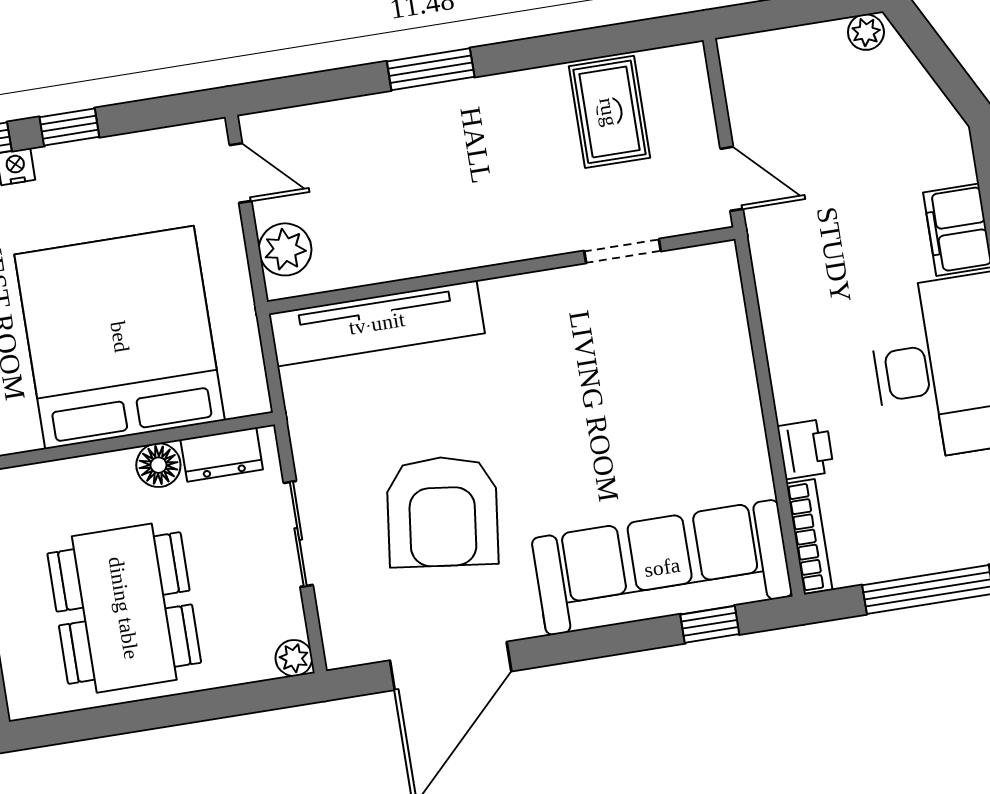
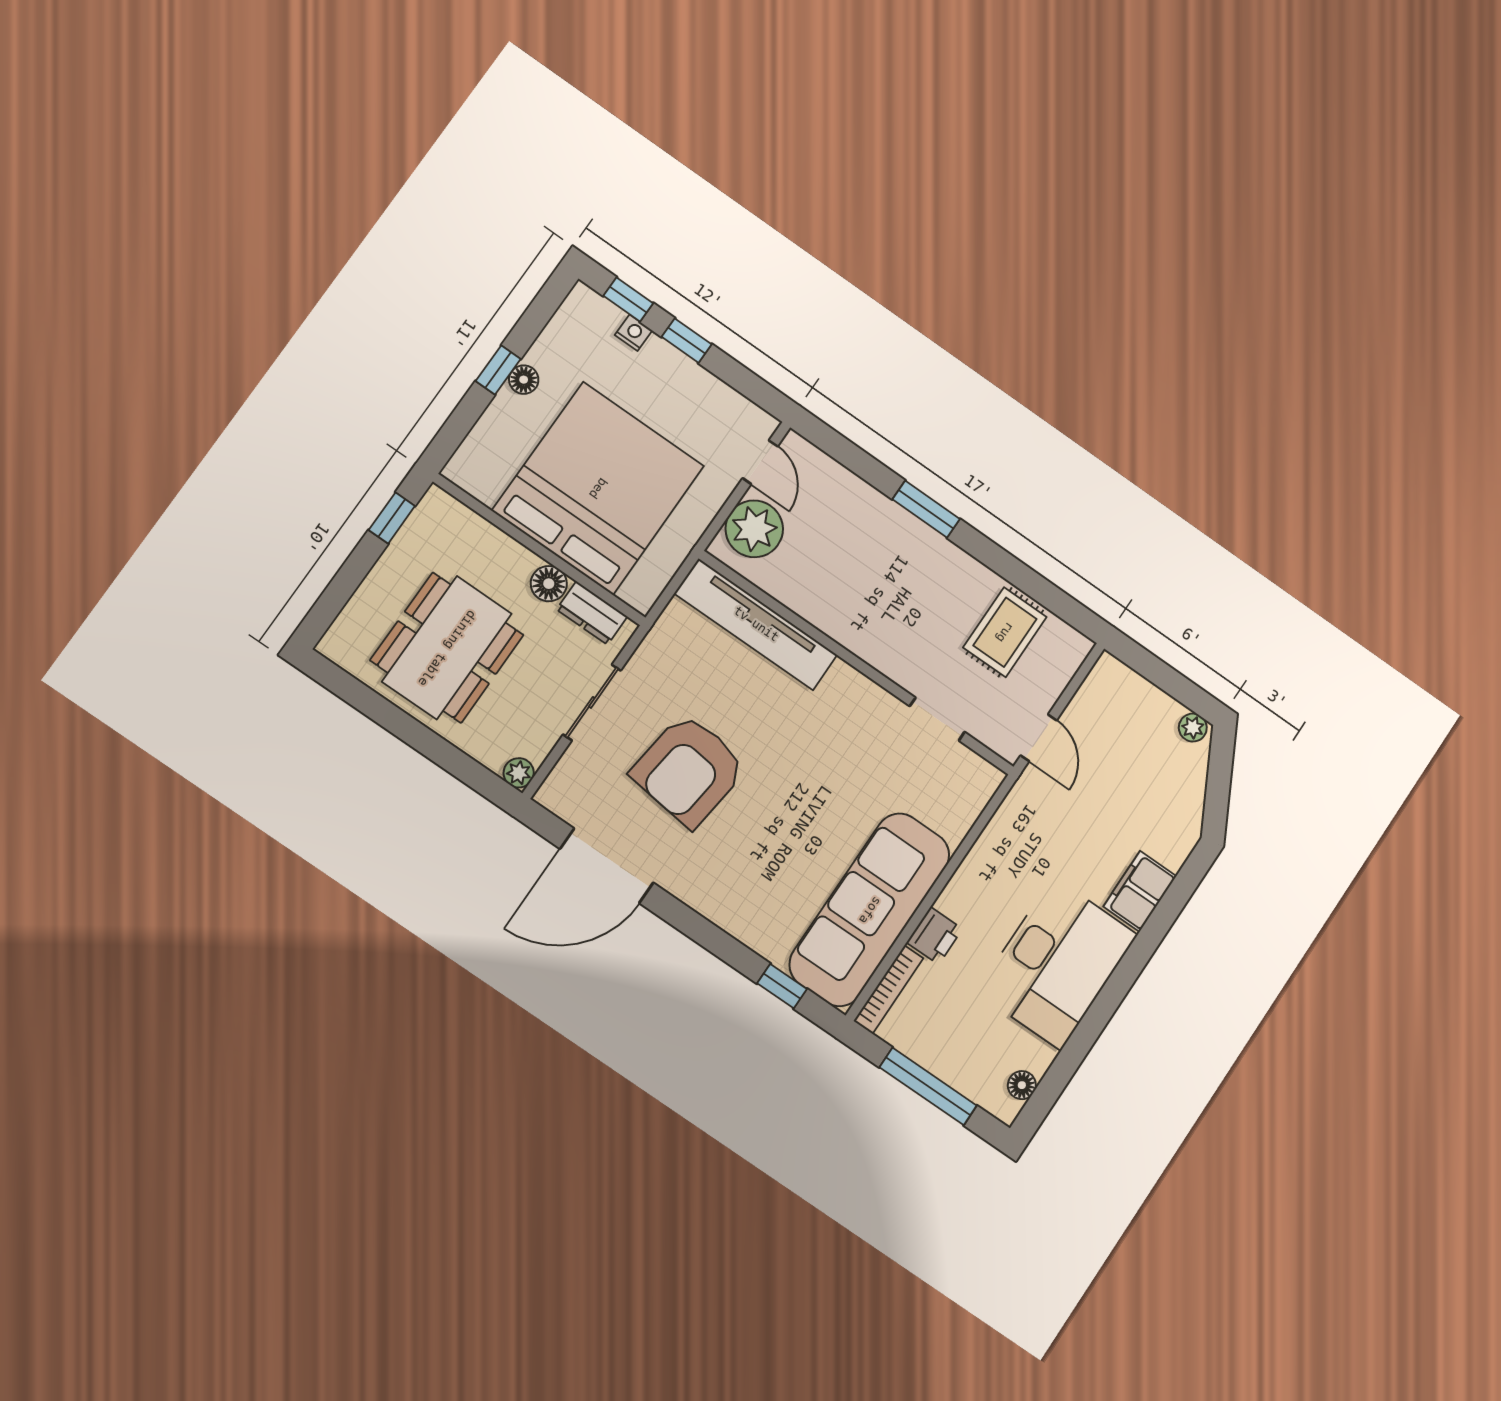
plant: (285, 249) -> (754, 529), width x1.36, depth x1.36
sofa: (662, 567) -> (870, 910), moved, turned -90

